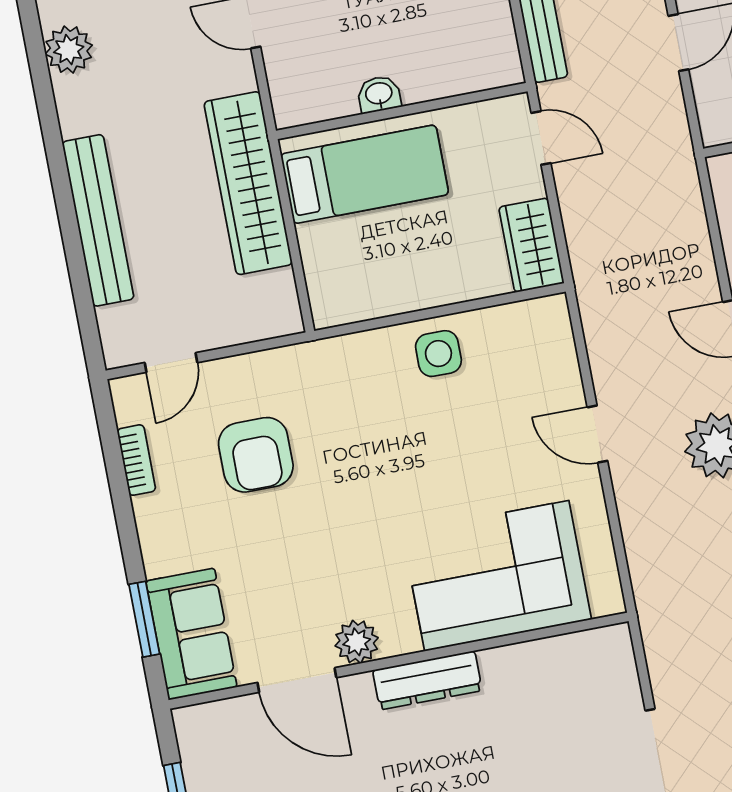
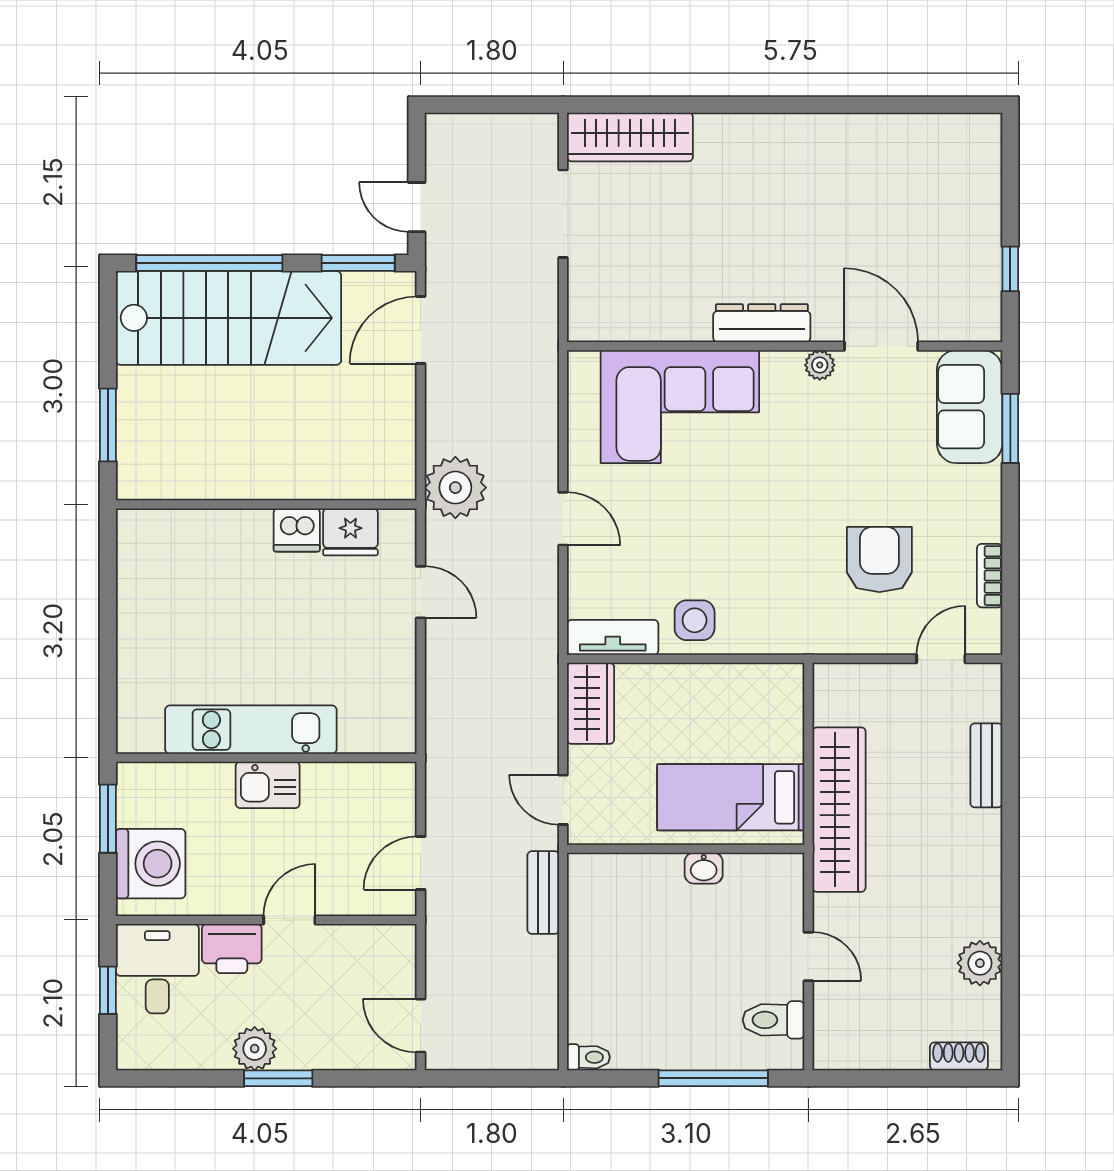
bench: (98, 220) -> (986, 765), width x0.54, depth x0.82
tv unit: (521, 319) -> (613, 637), added
plant: (357, 642) -> (820, 365), width x0.73, depth x0.73

